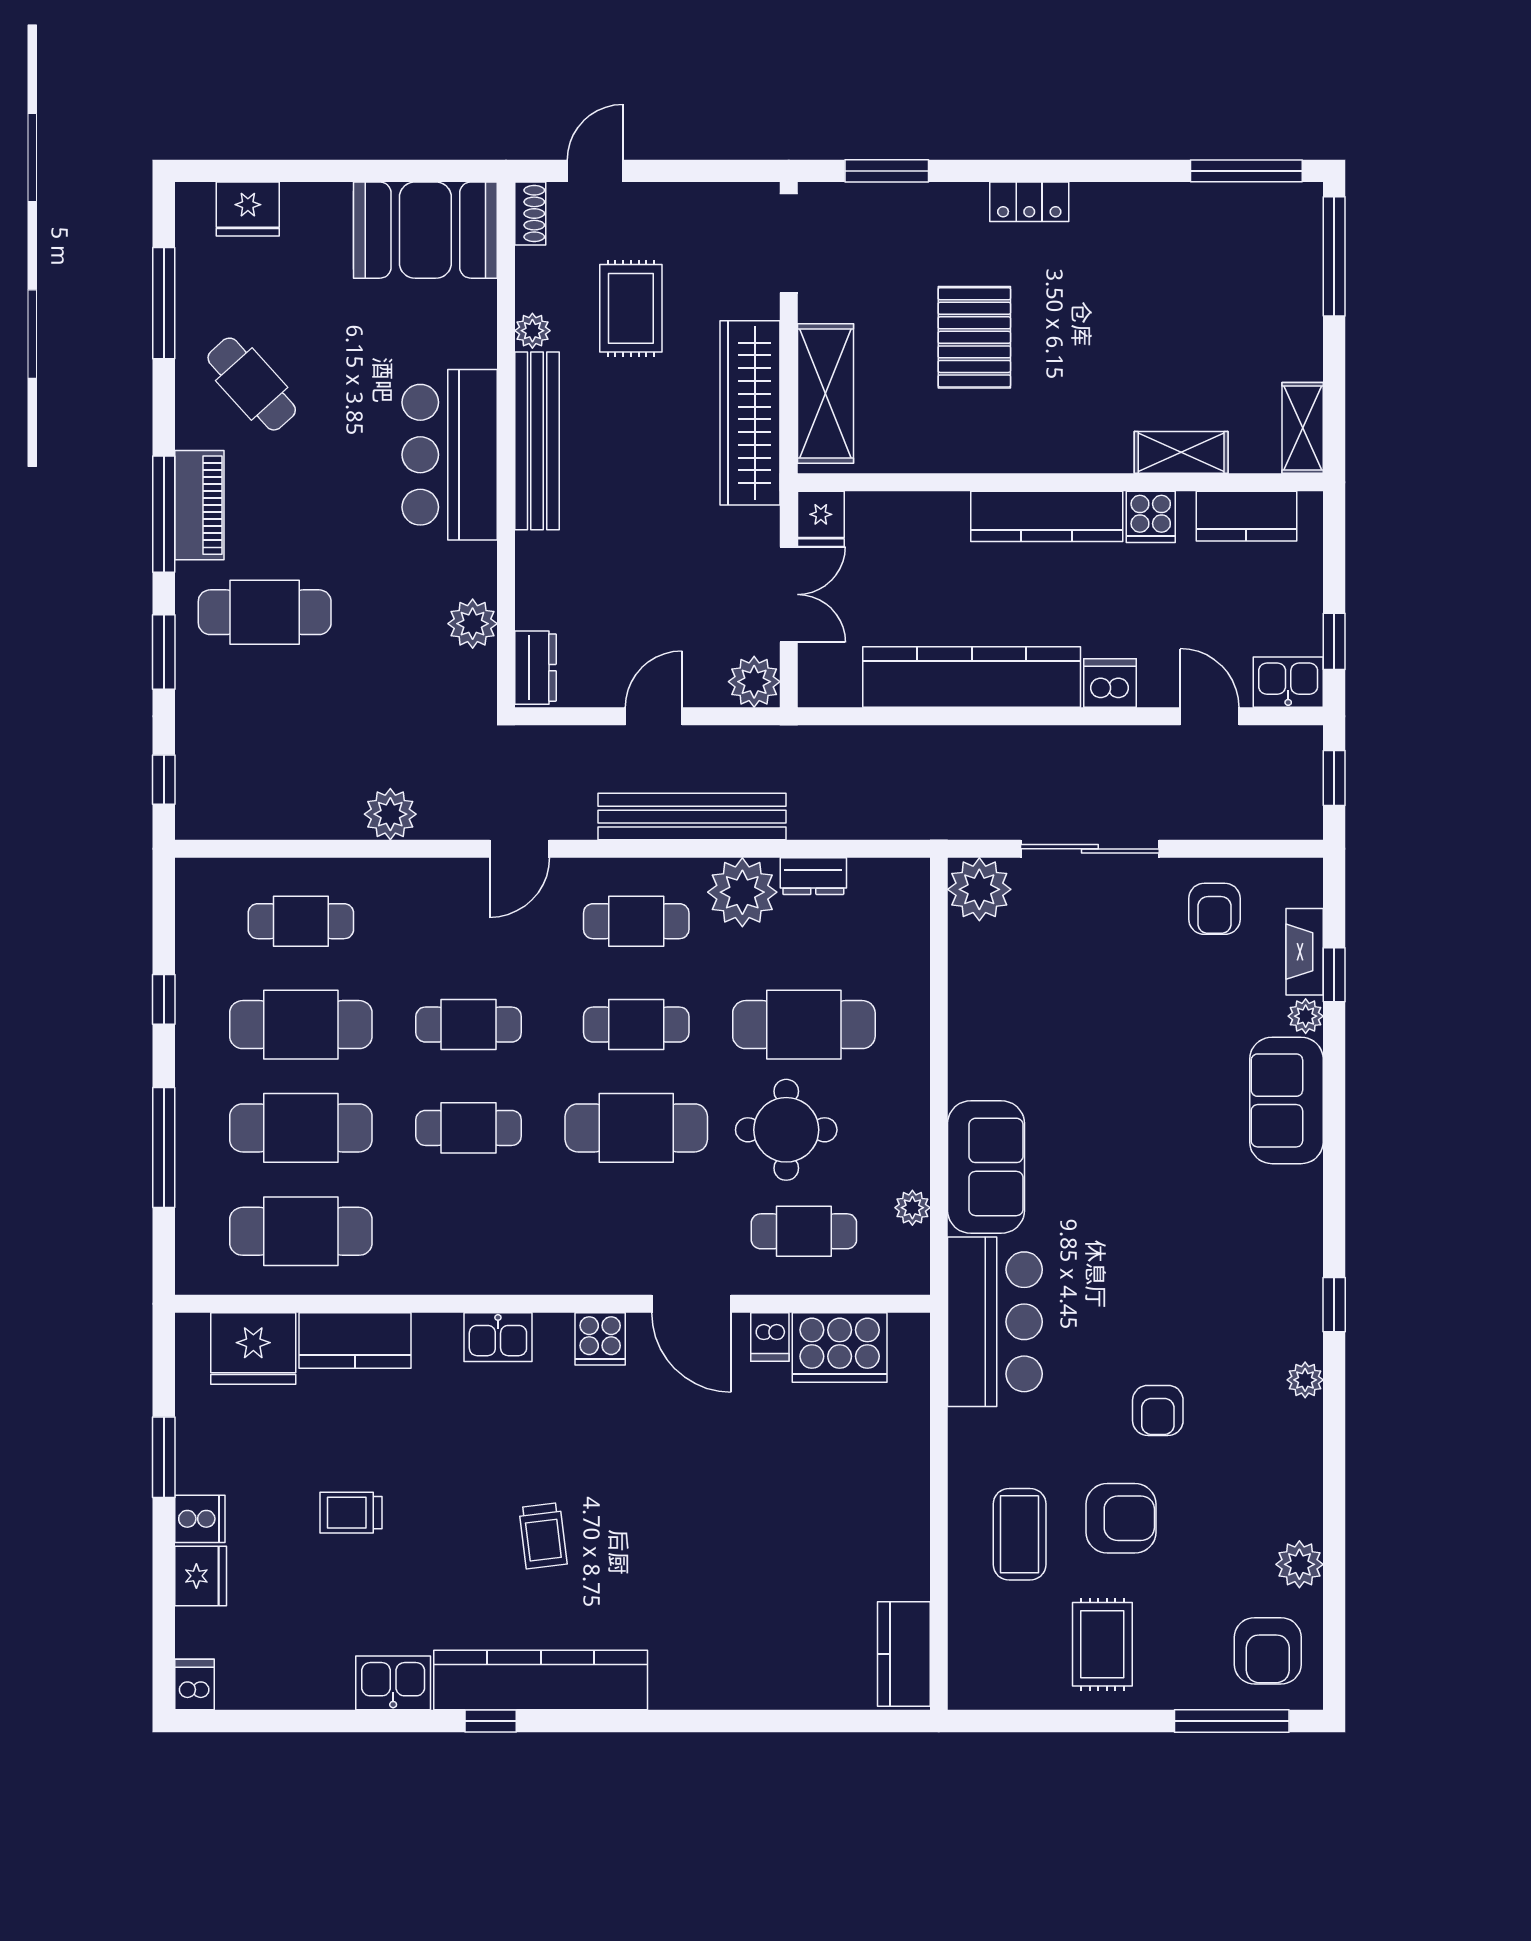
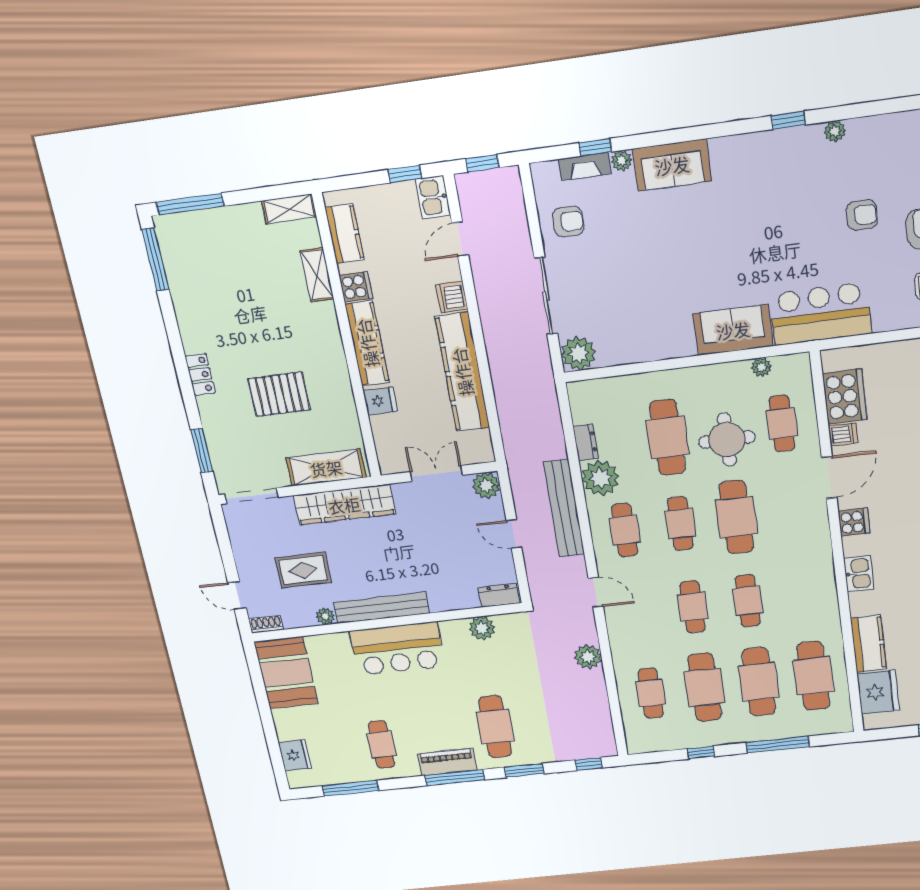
cafe table: (252, 384) -> (381, 745), turned -48
fridge: (821, 519) -> (380, 401), moved

